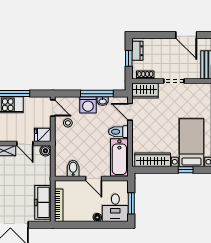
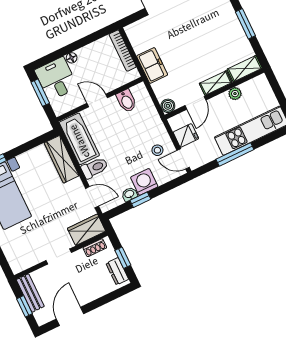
door: (186, 35) -> (70, 316), hinge flipped
window: (97, 94) -> (140, 200), width x0.46
fridge: (43, 135) -> (186, 135), moved
door: (25, 144) -> (195, 103), swing flipped
wardrobe: (153, 160) -> (62, 159), moved, turned 90
freezer: (43, 202) -> (152, 65), moved, width x0.71

